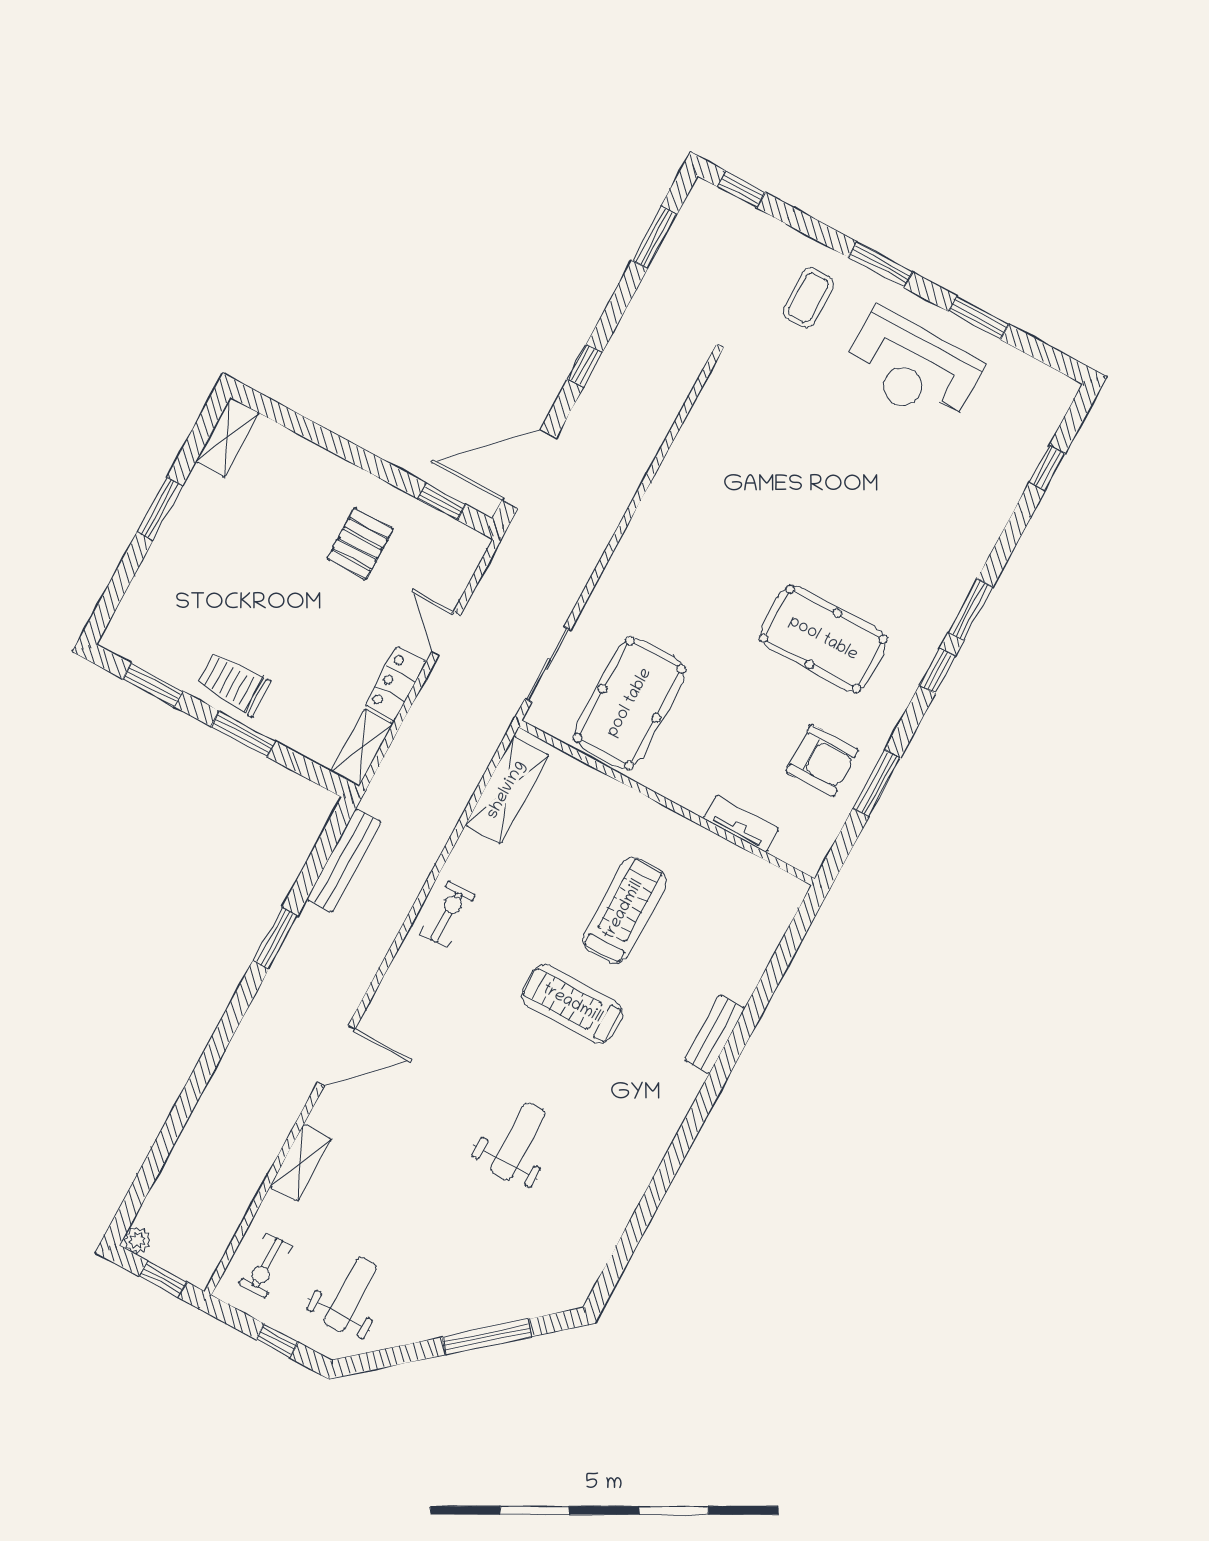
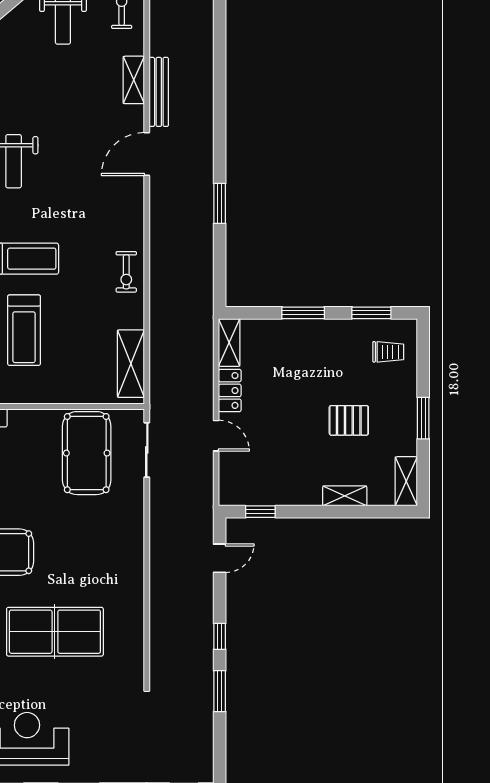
window: (654, 237) -> (220, 691), moved
coffee table: (808, 298) -> (110, 747), removed
shelving: (319, 462) -> (345, 496), added
door: (529, 469) -> (220, 558), width x0.53
table tennis table: (799, 490) -> (55, 632), added
pallet: (360, 544) -> (349, 420), moved, turned 90
trolley: (233, 684) -> (388, 352), moved, width x0.73, depth x0.72
bench: (344, 860) -> (159, 92), moved

